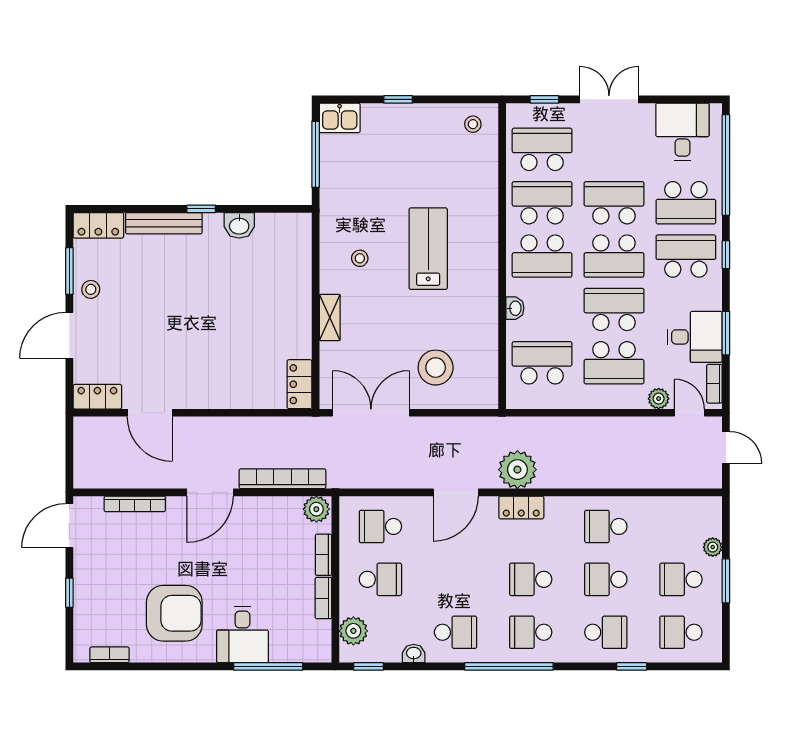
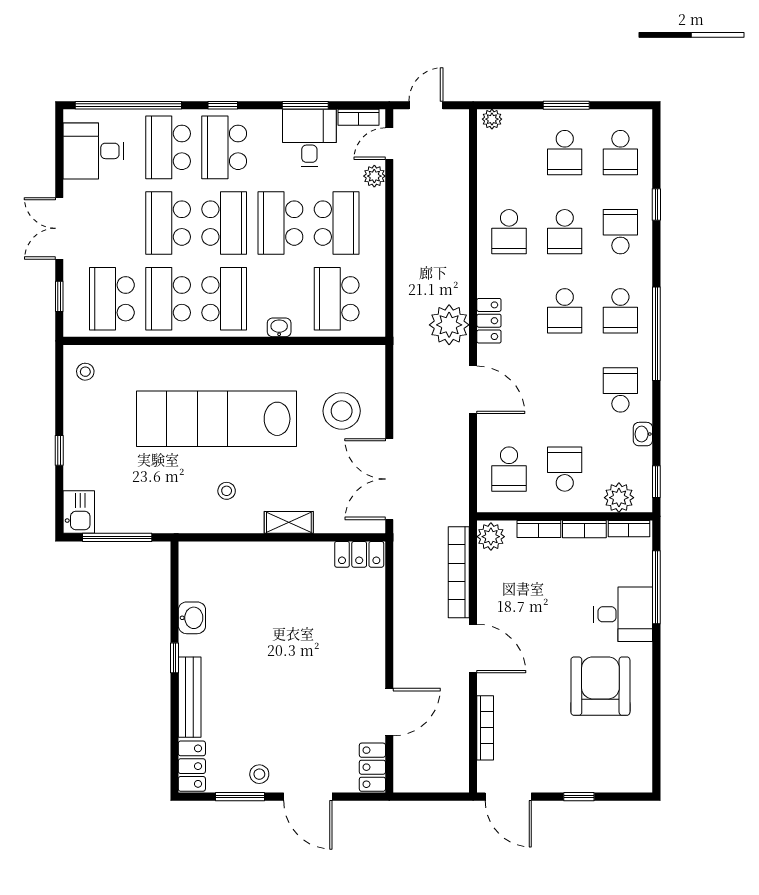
school desk: (686, 203) -> (168, 147), turned 180
lab bench: (428, 249) -> (216, 419), width x1.86, depth x1.39
plant: (713, 547) -> (492, 119), moved
bookcase: (109, 655) -> (629, 529), moved, turned -90

